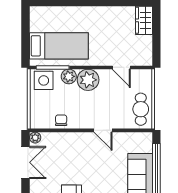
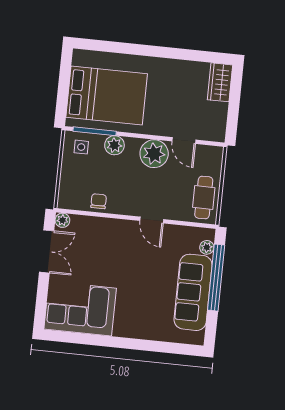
bed: (59, 46) -> (107, 95), width x1.50
side table: (44, 80) -> (81, 147), width x0.54, depth x0.54
plant: (88, 80) -> (154, 154), moved
plant: (147, 147) -> (207, 247), added

